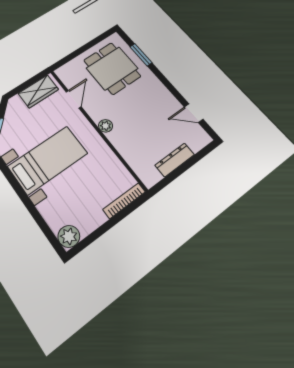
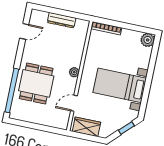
window: (141, 55) -> (12, 90), width x2.11
dining table: (112, 68) -> (36, 83), moved
door: (194, 113) -> (24, 31), hinge flipped

